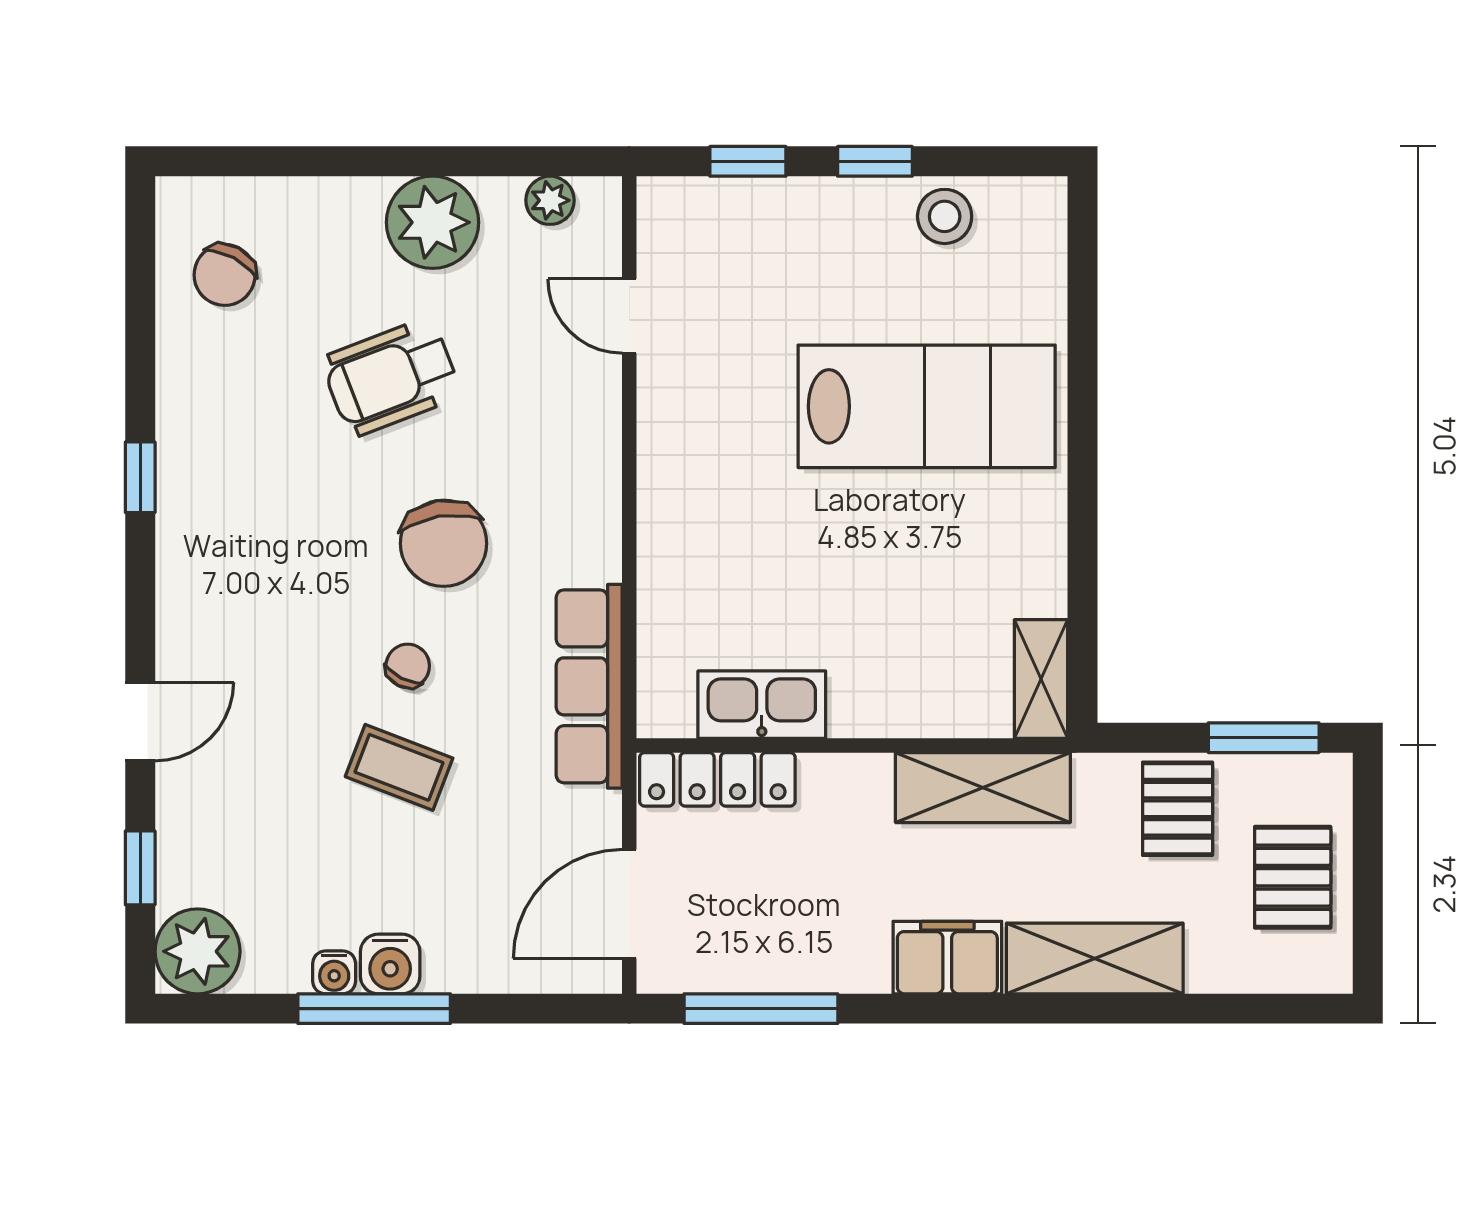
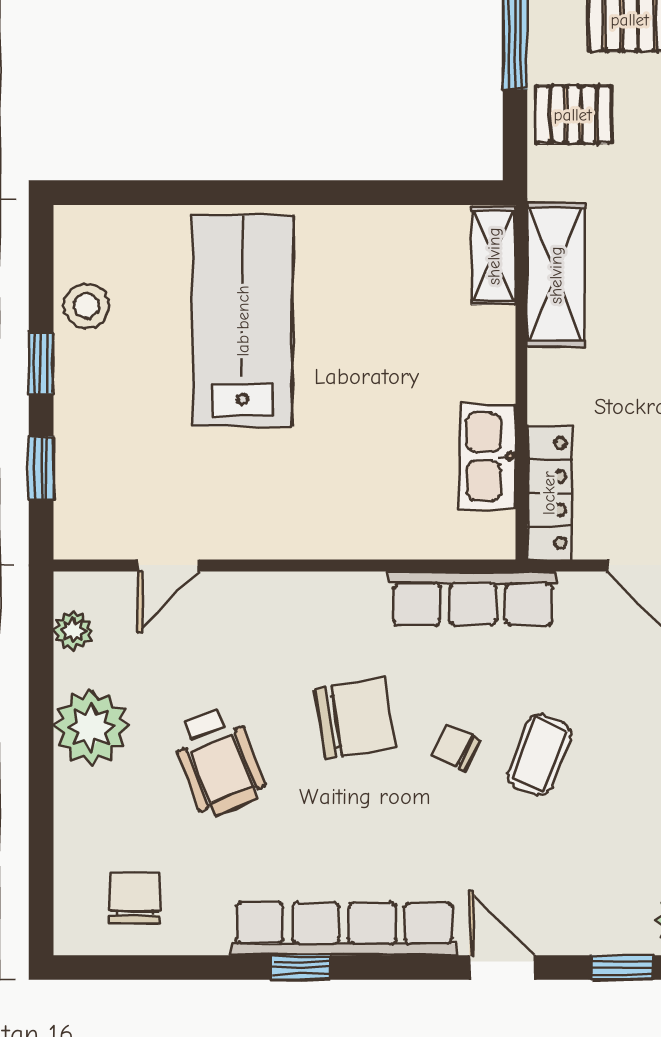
chair: (225, 275) -> (134, 898), turned -118
row of seats: (188, 530) -> (344, 929), added
shelving: (1041, 679) -> (494, 256), moved, turned 90

